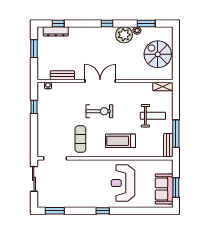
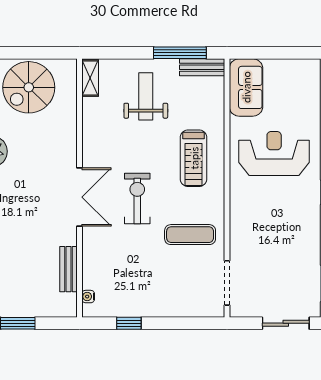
double door: (100, 81) -> (80, 197), swing flipped
sliding door: (34, 179) -> (286, 323), moved
reception desk: (123, 183) -> (274, 153), turned 180
window: (176, 188) -> (283, 53), removed
sofa: (164, 189) -> (246, 87), moved, turned -90

